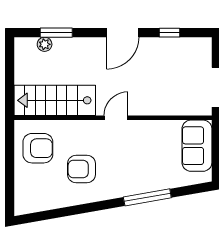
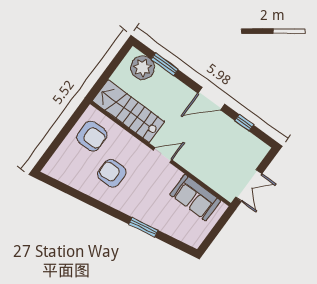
plant: (45, 44) -> (142, 68), width x1.88, depth x1.88
sofa: (197, 146) -> (195, 198), moved, turned -90
window: (147, 197) -> (143, 227), width x0.69

